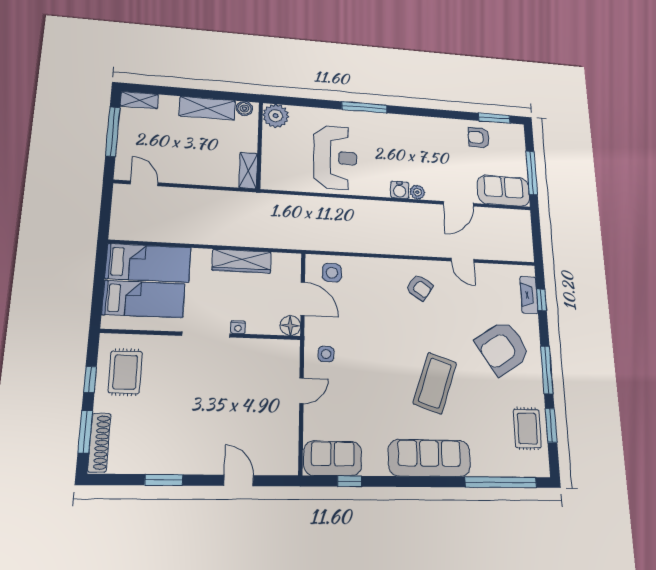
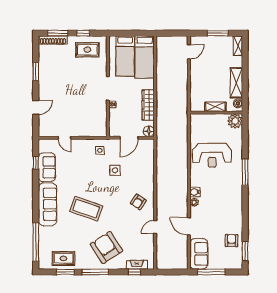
window: (113, 132) -> (218, 33), width x0.69
shelving: (248, 170) -> (215, 107), moved
side table: (332, 273) -> (115, 170), moved
floor lamp: (290, 326) -> (149, 131), moved
door: (301, 391) -> (64, 138), moved
sofa: (333, 458) -> (47, 167), moved

